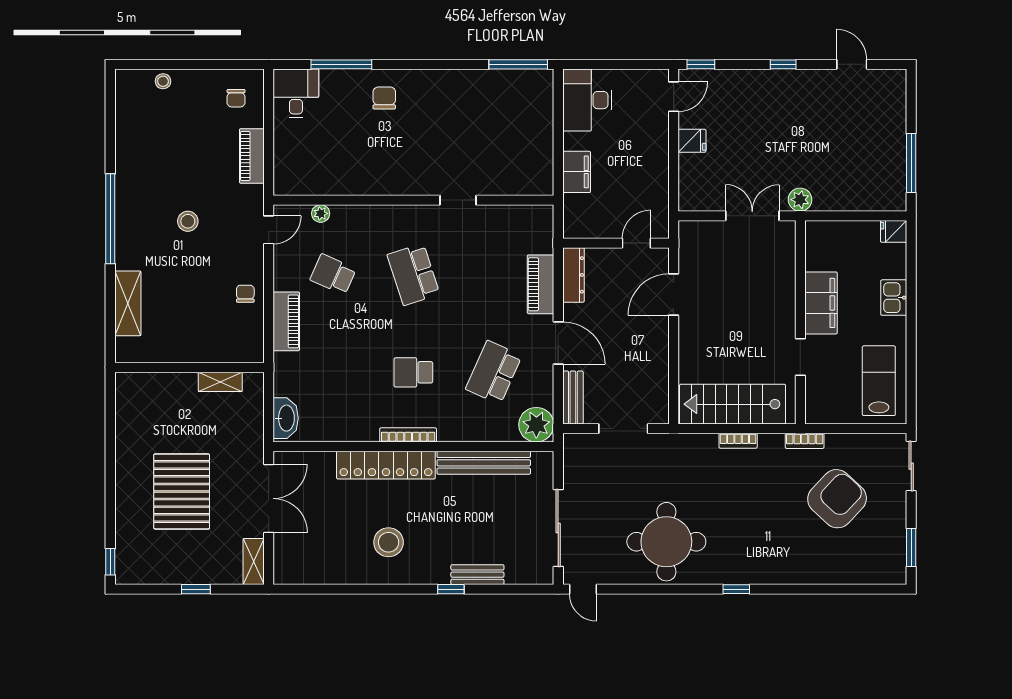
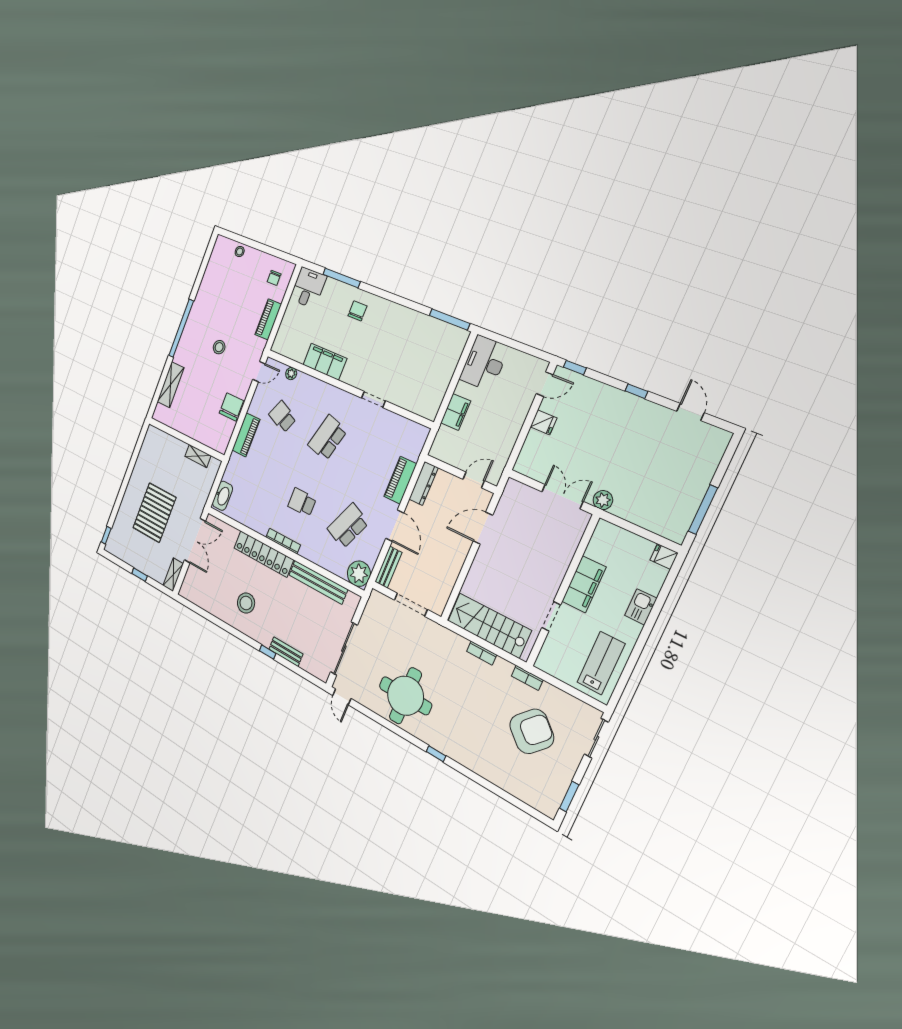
filing cabinet: (365, 179) -> (325, 362), added
school desk: (413, 274) -> (327, 438), turned 33
chair: (245, 294) -> (231, 407), width x1.87, depth x1.87

